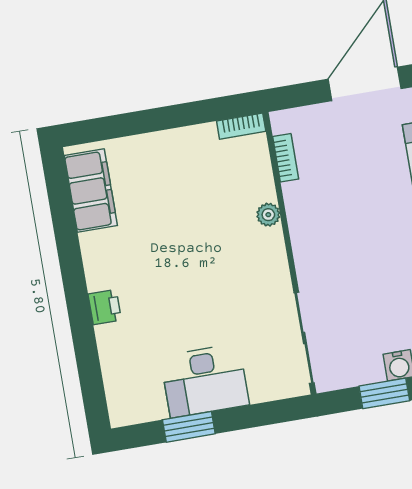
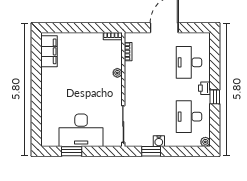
printer: (105, 307) -> (47, 98), removed
desk: (205, 381) -> (81, 130), width x1.36, depth x1.30

